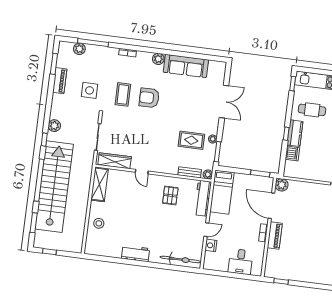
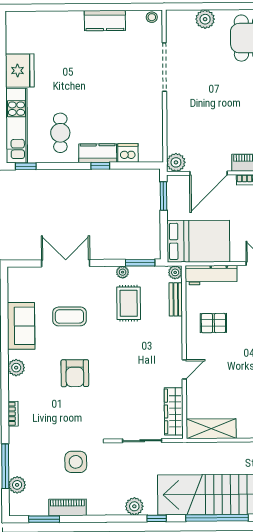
sofa: (186, 66) -> (21, 326), width x0.73
coffee table: (123, 94) -> (69, 316), moved
bed: (222, 192) -> (198, 241), width x1.50

